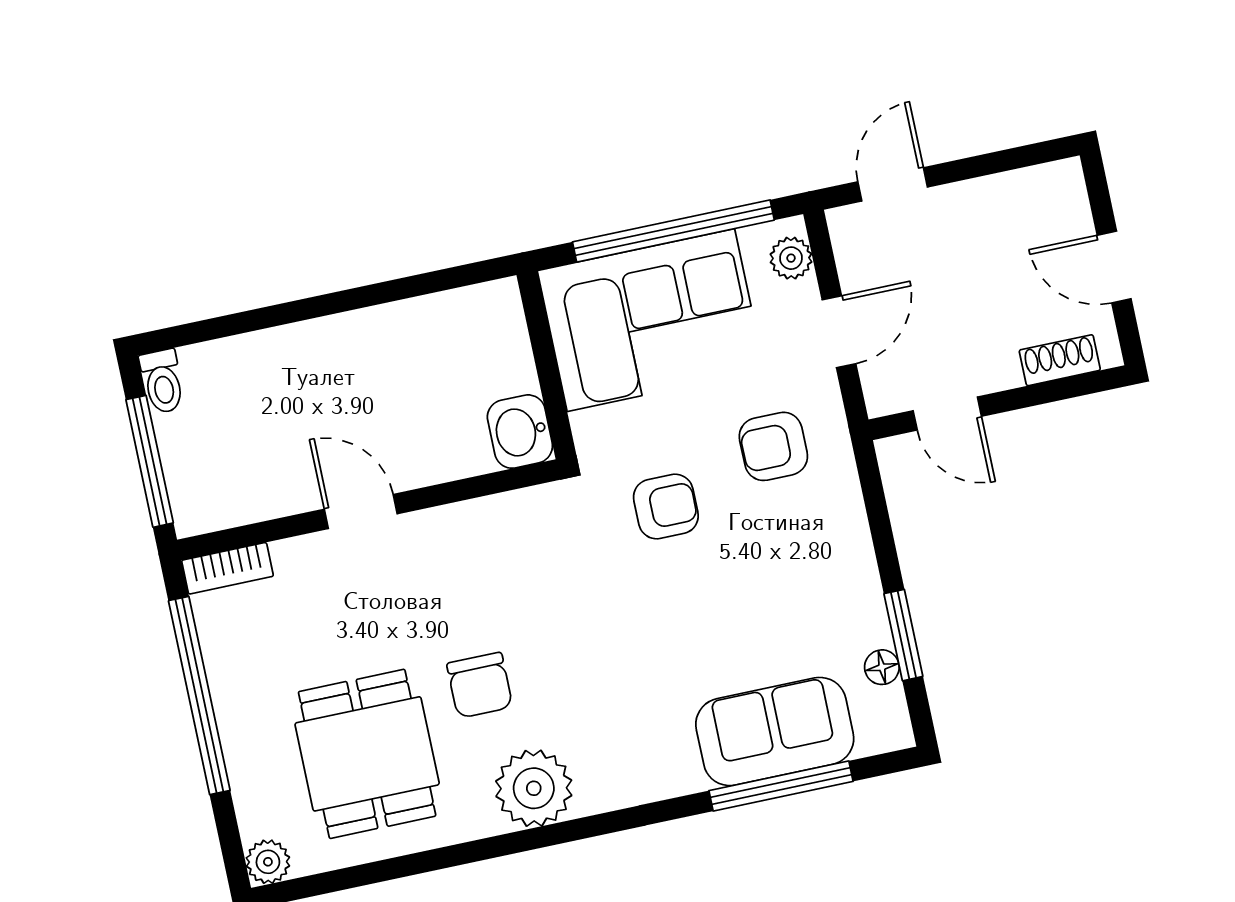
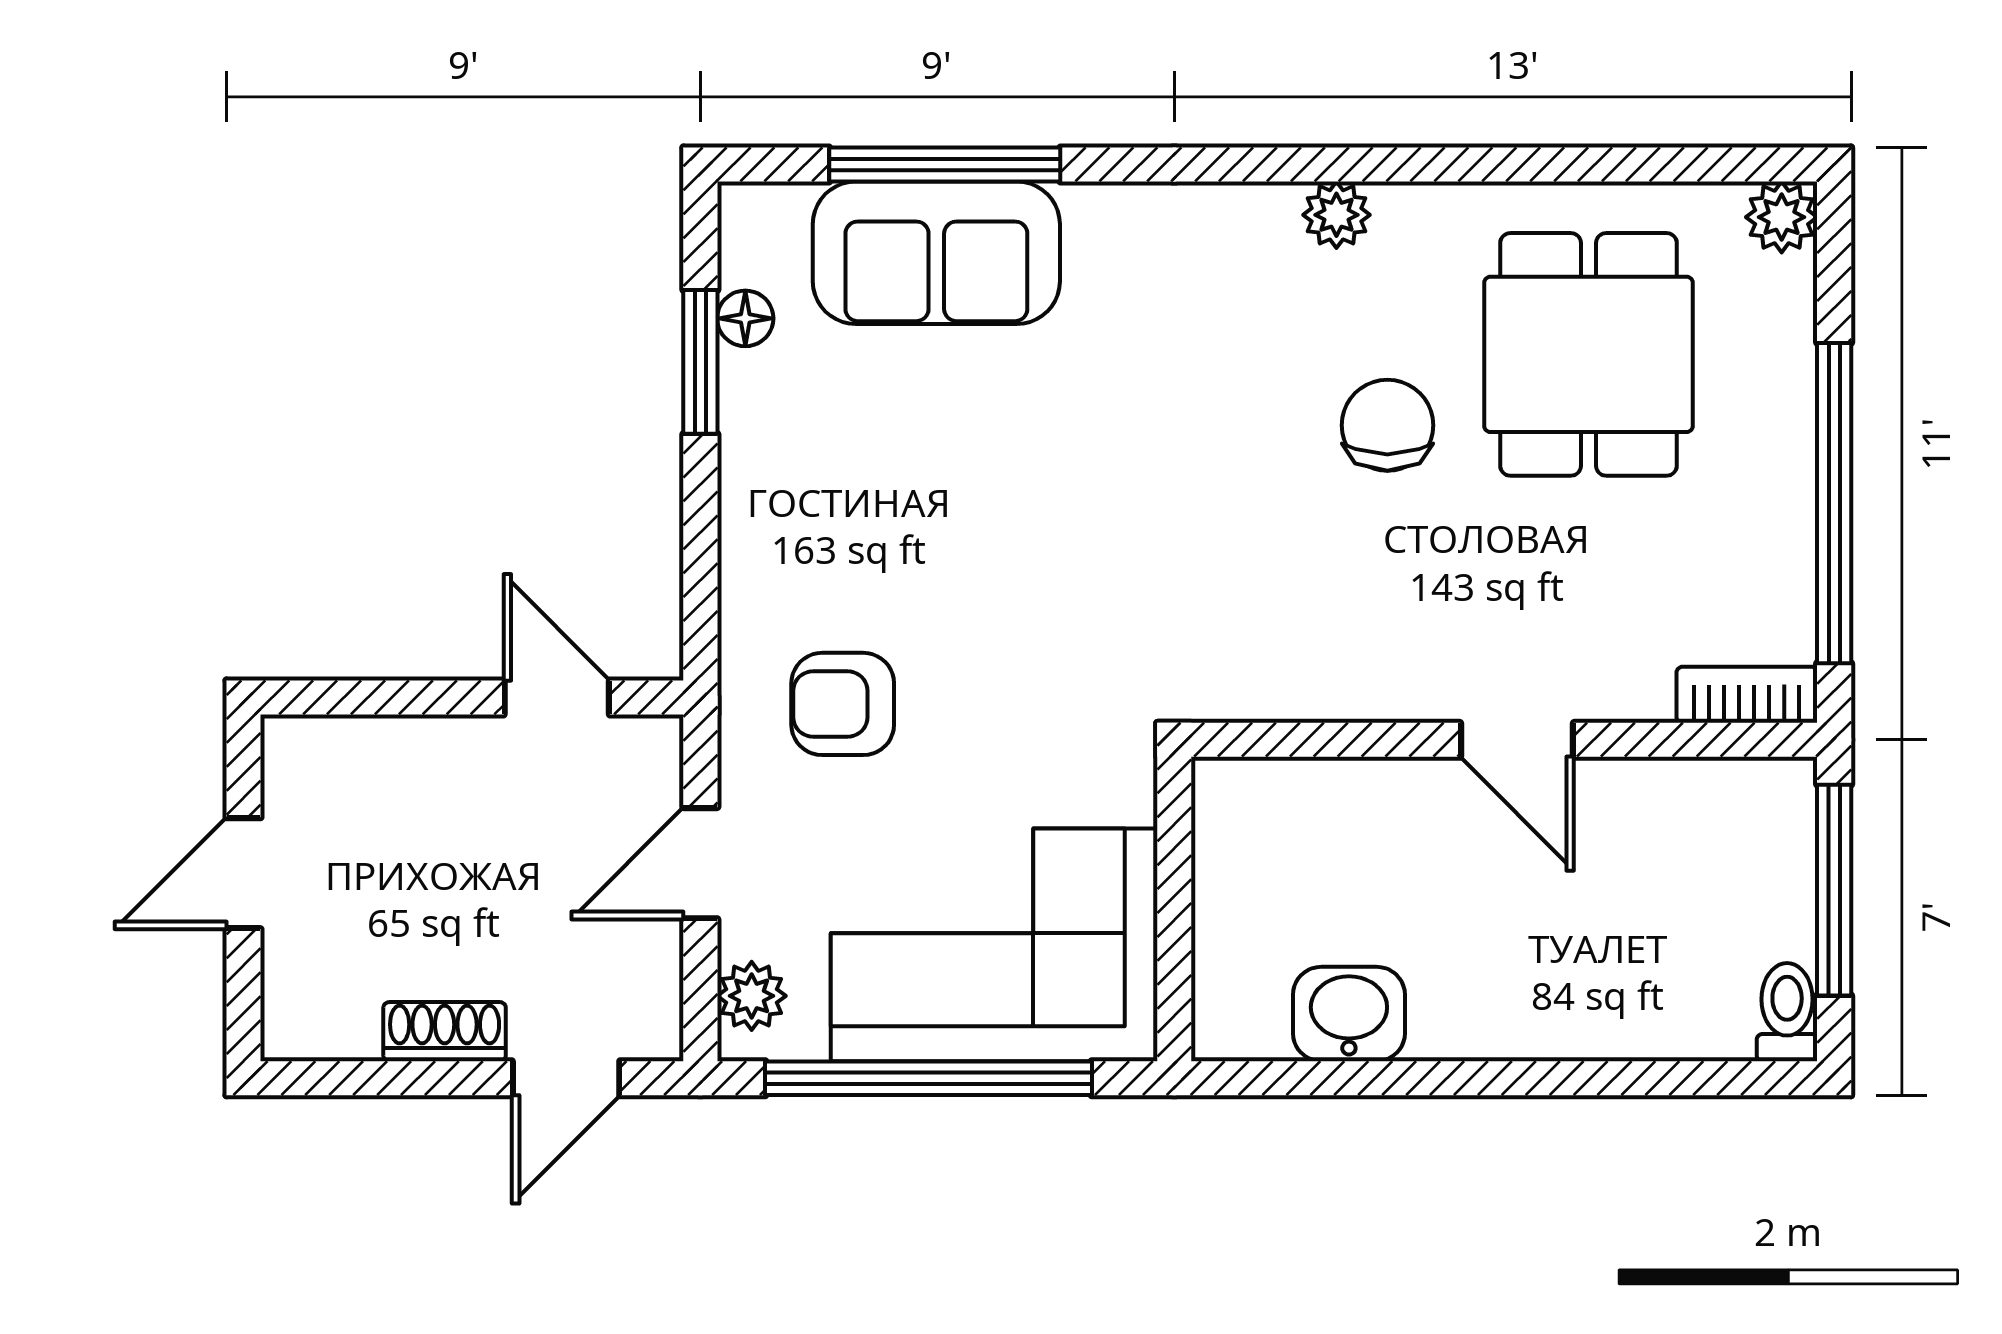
door: (1114, 267) -> (244, 873), swing flipped
shoe rack: (1060, 360) -> (445, 1032), moved, turned 180
washbasin: (520, 432) -> (1349, 1014), moved, turned -90
armchair: (773, 446) -> (843, 704), turned 180
armchair: (666, 507) -> (1033, 645), removed
plant: (534, 788) -> (1336, 215), width x0.53, depth x0.53

